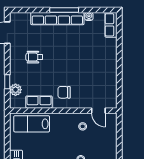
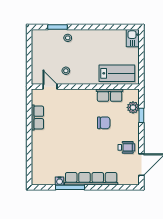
window: (64, 10) -> (70, 187), moved
row of seats: (111, 25) -> (37, 117), moved
wheelchair: (34, 57) -> (126, 147), moved
chair: (64, 92) -> (104, 123), moved

